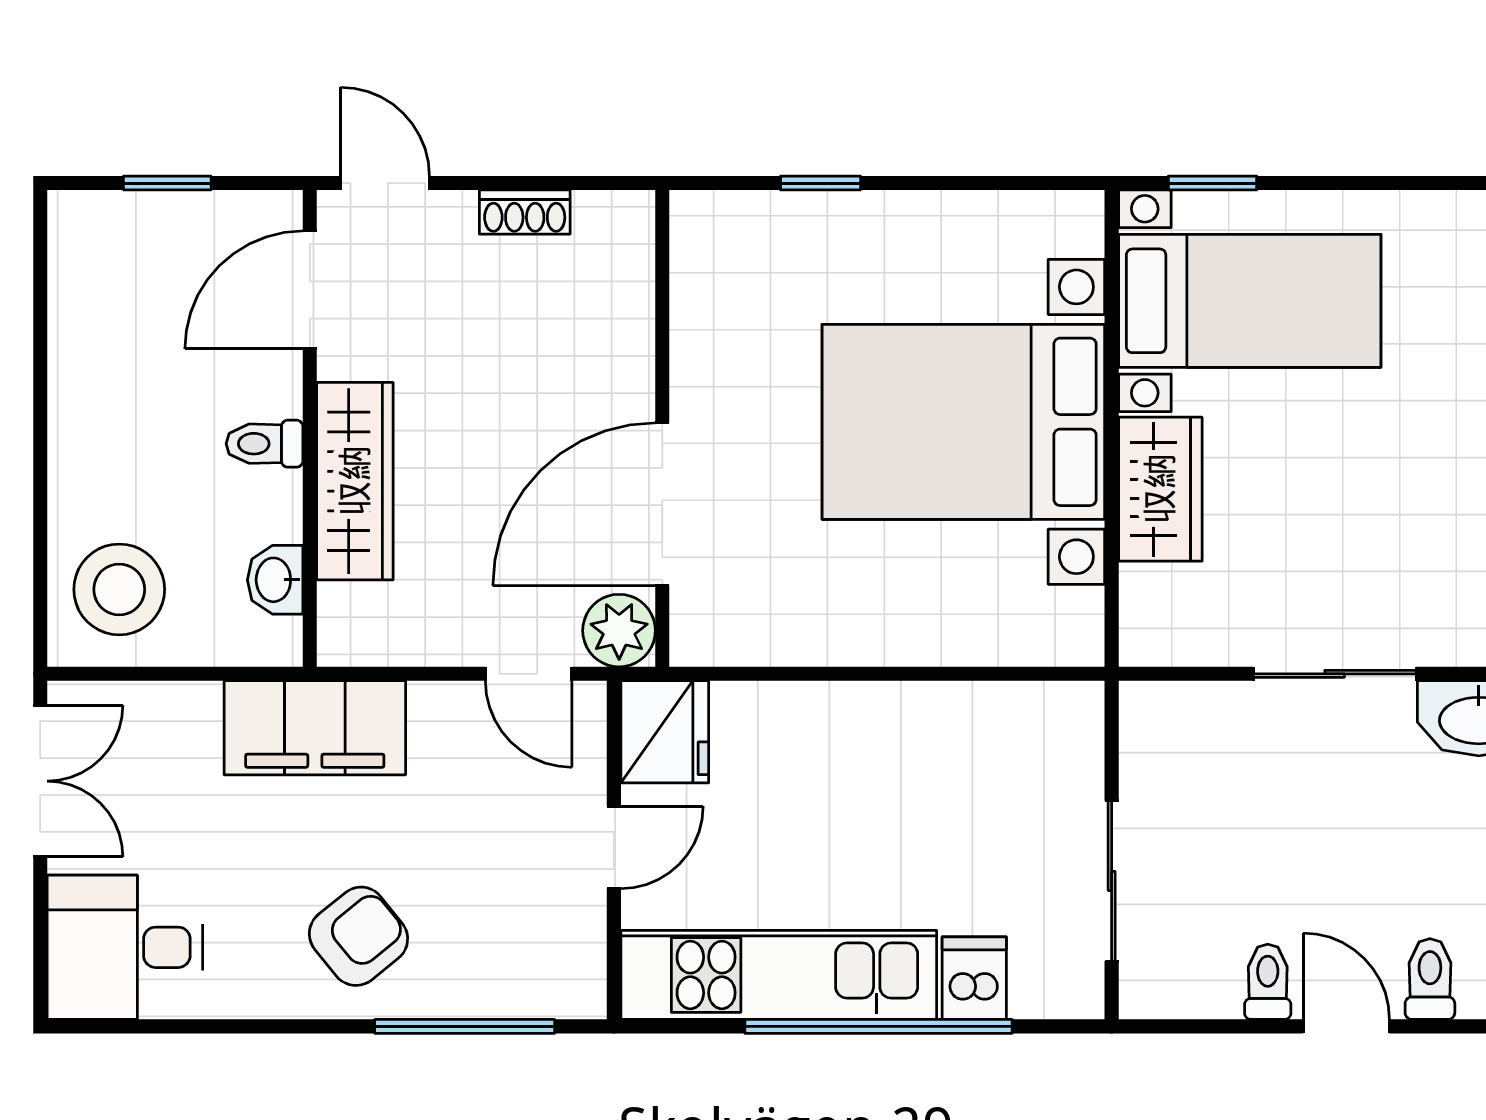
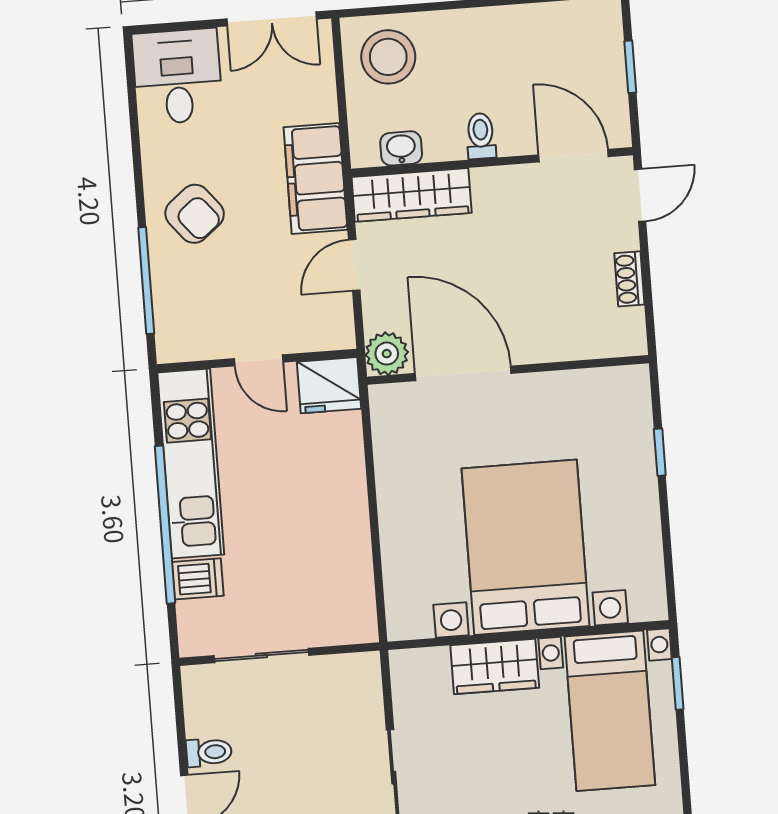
wardrobe: (355, 481) -> (412, 195), moved
door: (529, 674) -> (354, 265), moved

